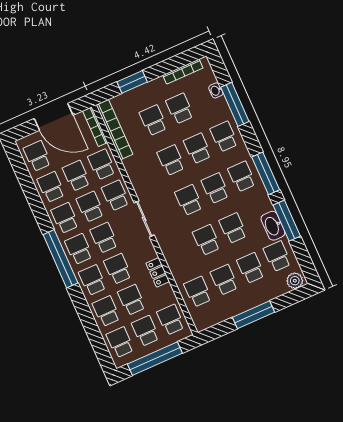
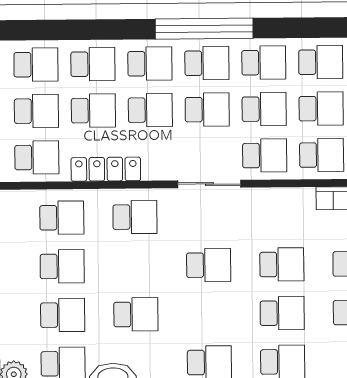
school desk: (215, 188) -> (209, 314), removed
school desk: (206, 240) -> (135, 217), moved
locker: (158, 272) -> (106, 169), width x1.53

